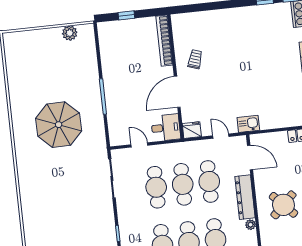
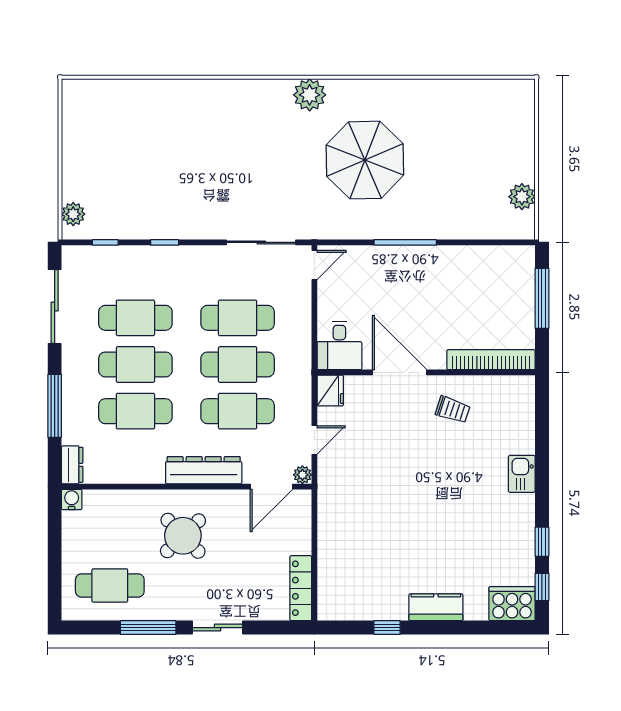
window: (126, 15) -> (542, 298), width x2.17
kitchen sink: (248, 124) -> (522, 474), moved, turned 180
door: (139, 145) -> (314, 265), moved
plant: (25, 160) -> (310, 95), added
plant: (251, 225) -> (302, 475), moved

